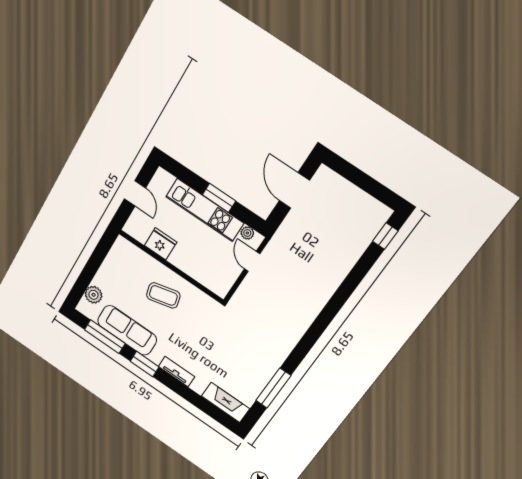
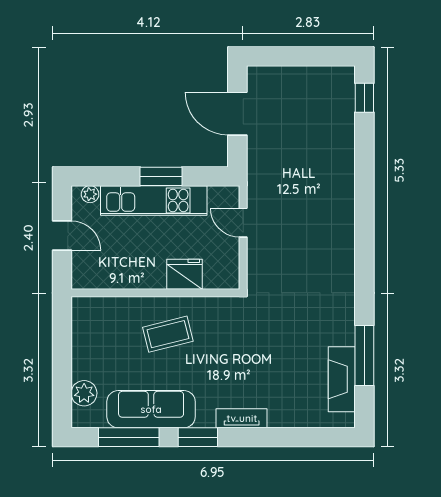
plant: (247, 233) -> (90, 194), moved
fridge: (161, 244) -> (185, 274), moved
fireplace: (226, 402) -> (342, 379), moved, turned -90

